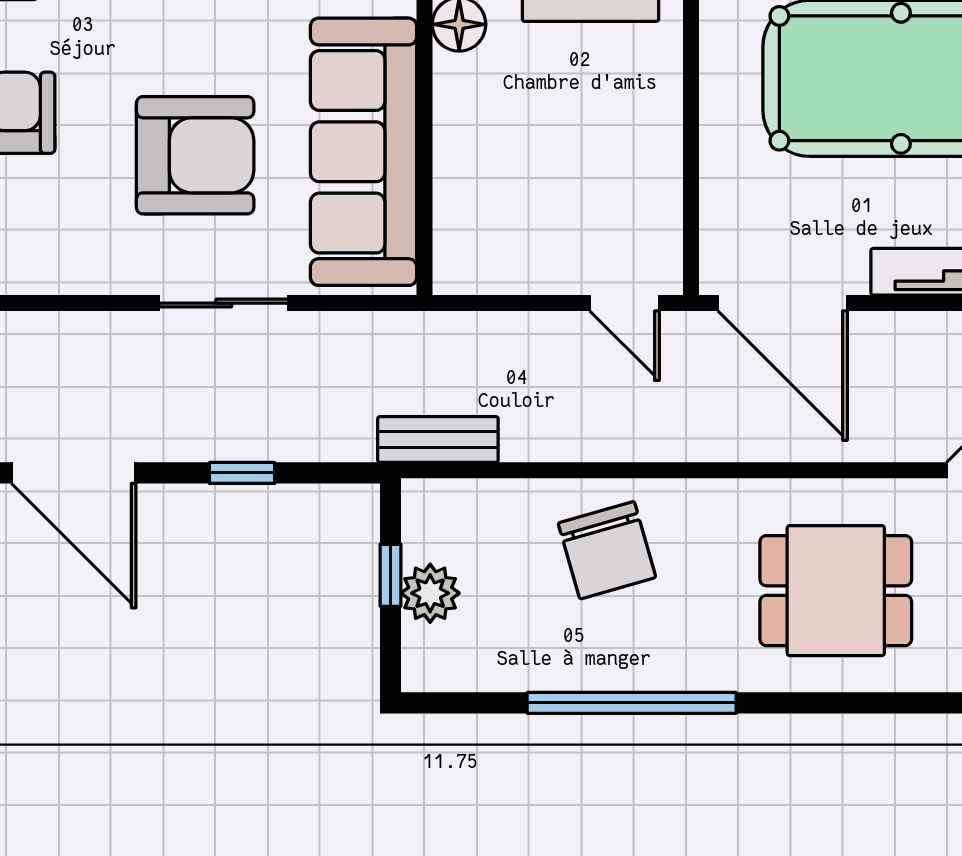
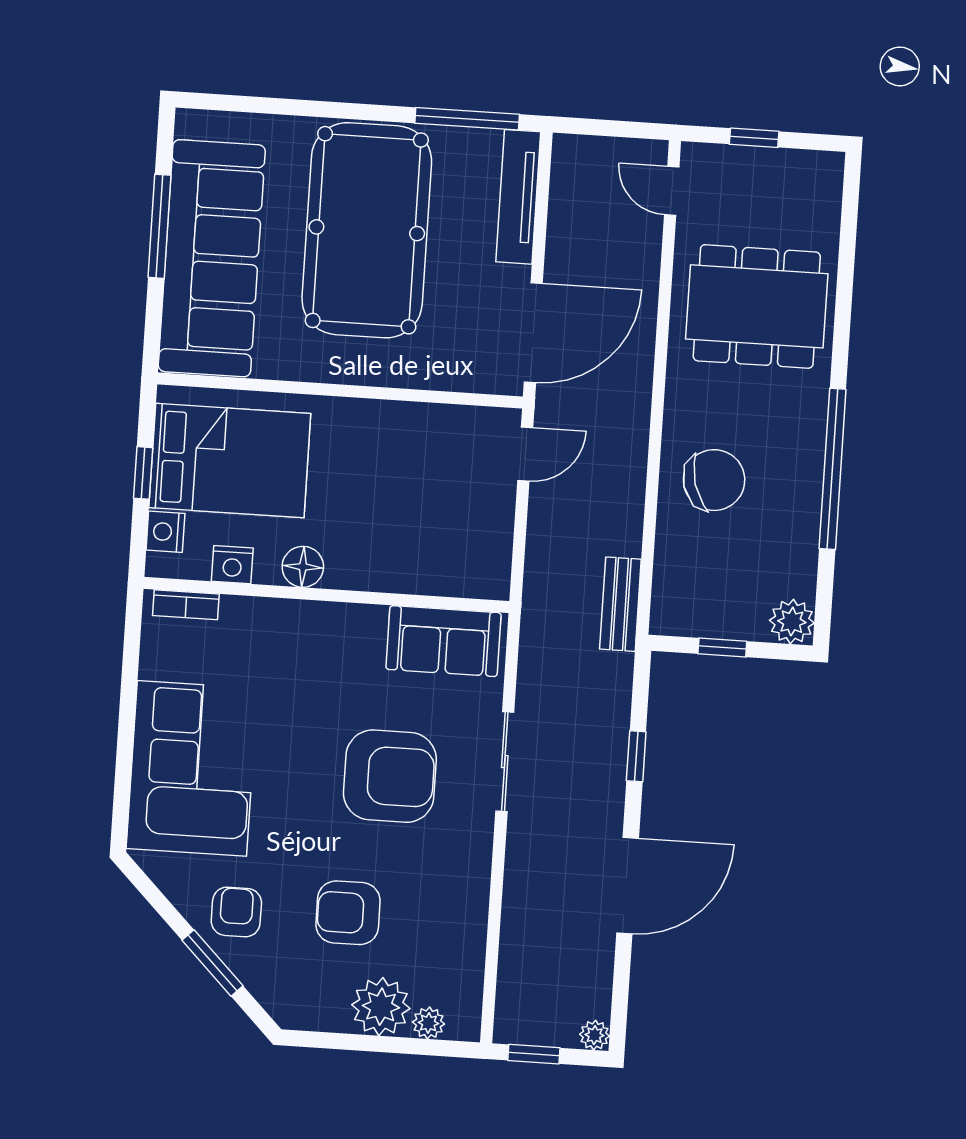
sofa: (364, 152) -> (444, 641), width x0.54, depth x0.79
armchair: (195, 155) -> (390, 776), turned 90
dining table: (836, 591) -> (757, 306), width x1.38
plant: (430, 593) -> (792, 622), moved

